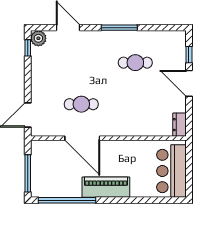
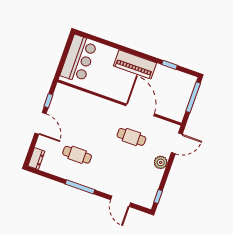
plant: (38, 38) -> (161, 162), moved
window: (189, 55) -> (48, 101), moved
dresser: (179, 125) -> (36, 159), moved
window: (67, 200) -> (170, 65), width x0.32

